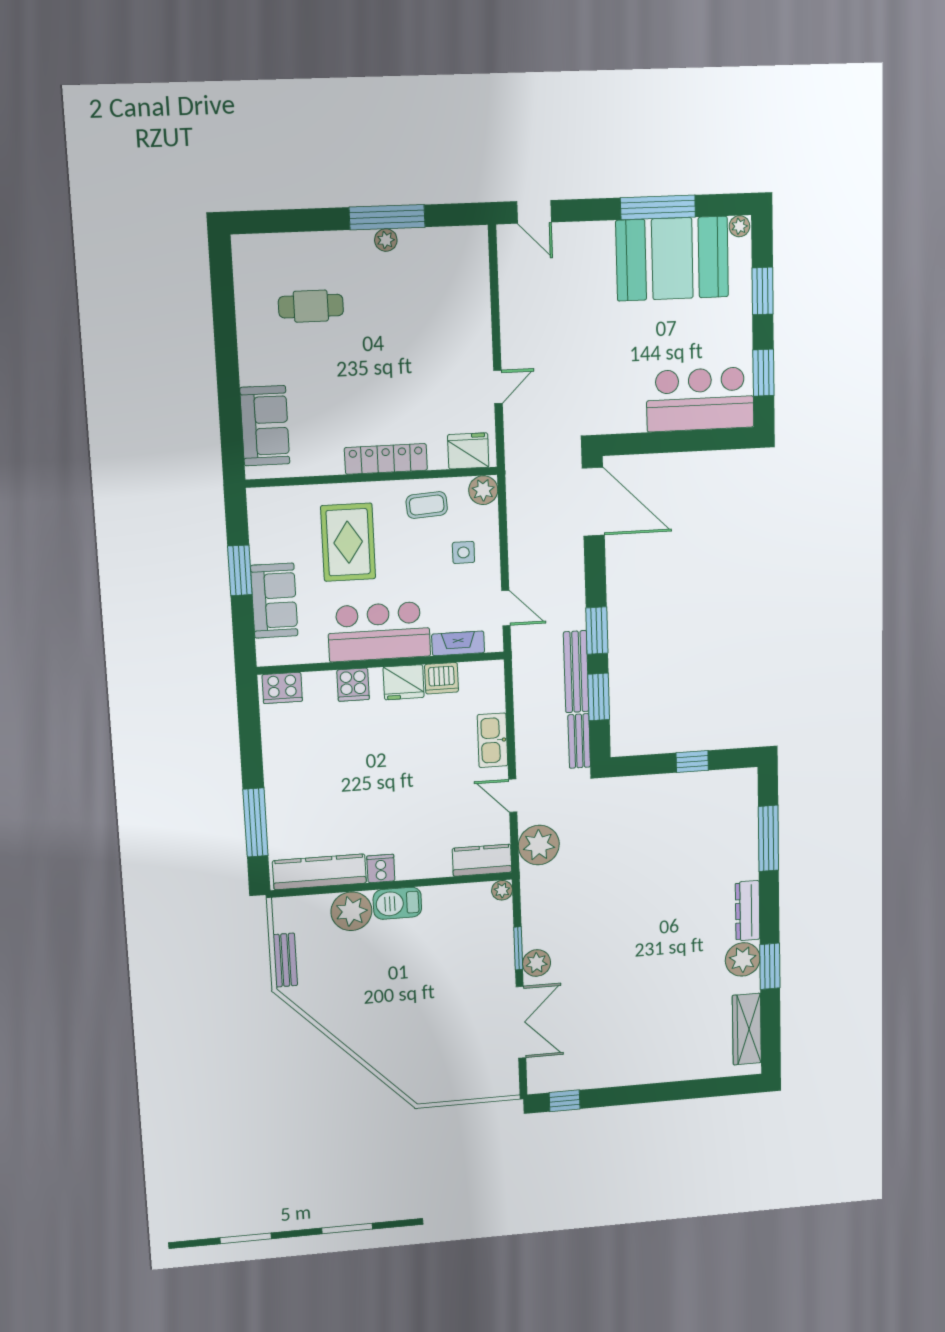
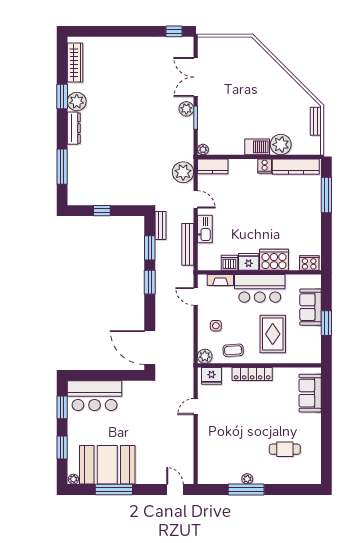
bench: (576, 672) -> (188, 244), moved
cooker: (353, 685) -> (274, 260), width x1.87, depth x1.31

